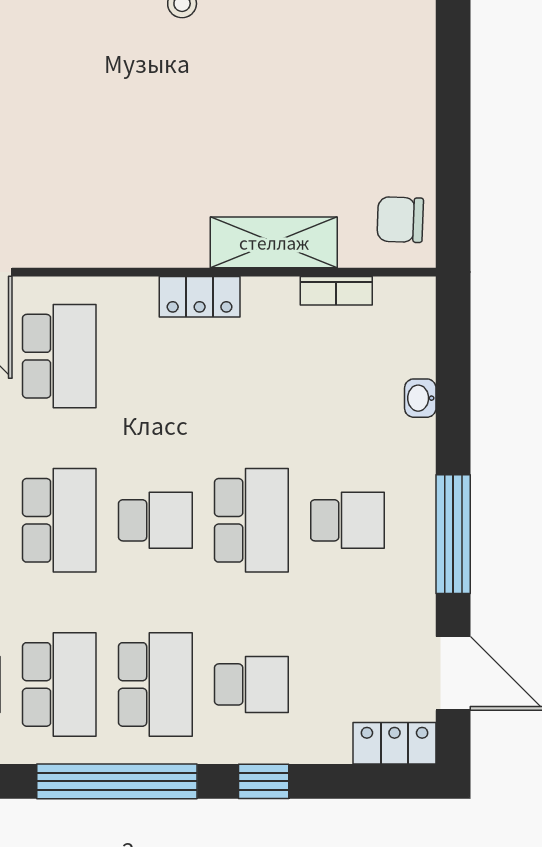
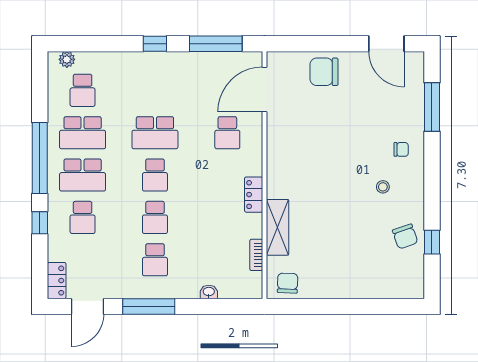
school desk: (59, 356) -> (227, 133), width x0.54
school desk: (251, 520) -> (155, 217), width x0.54

